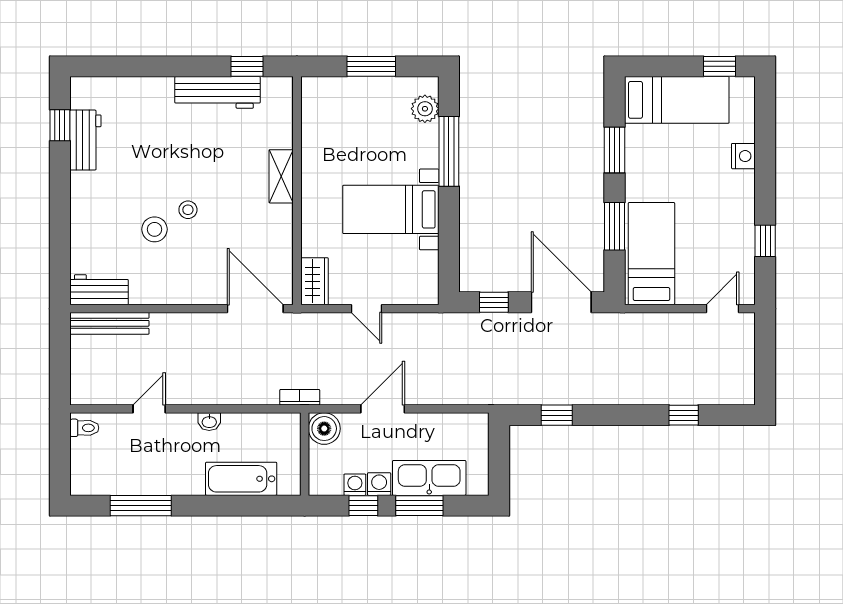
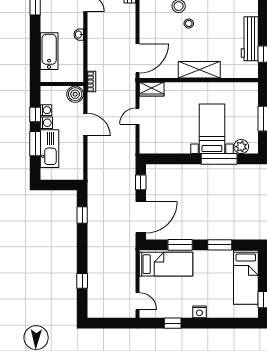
nightstand: (743, 156) -> (199, 312), moved
shelving: (281, 176) -> (199, 70), width x1.50, depth x1.33
bed with nightstands: (391, 209) -> (212, 129), moved

